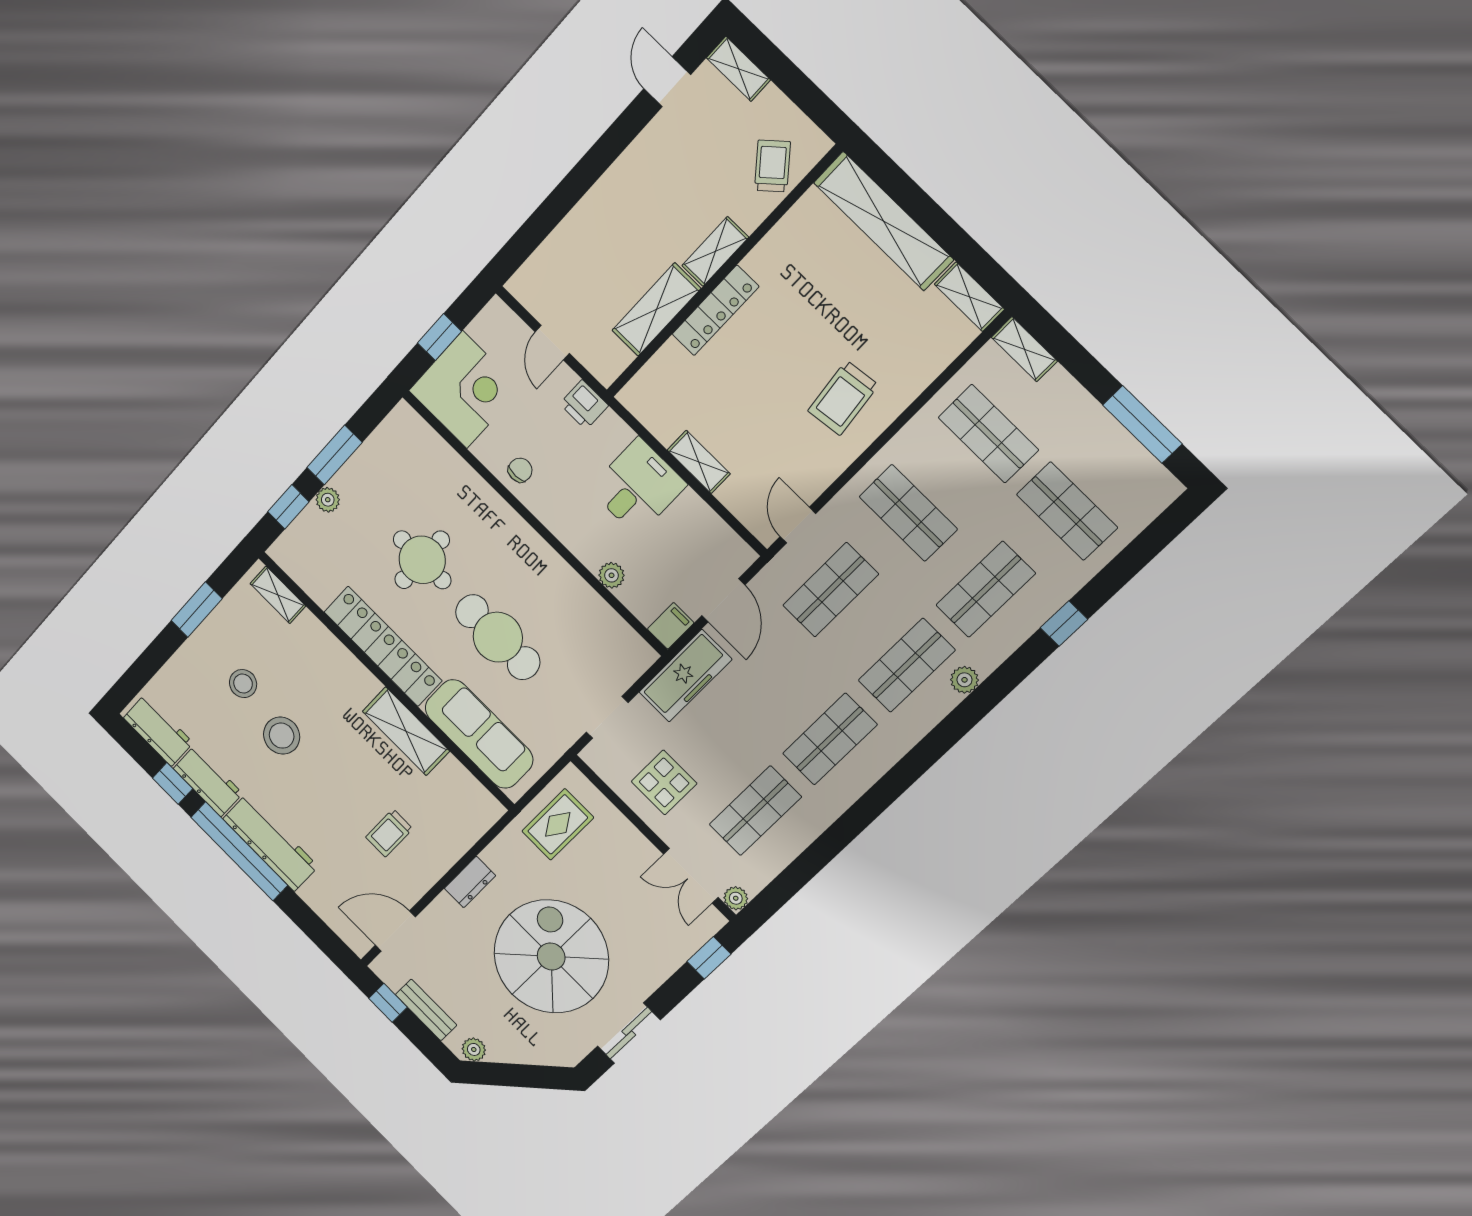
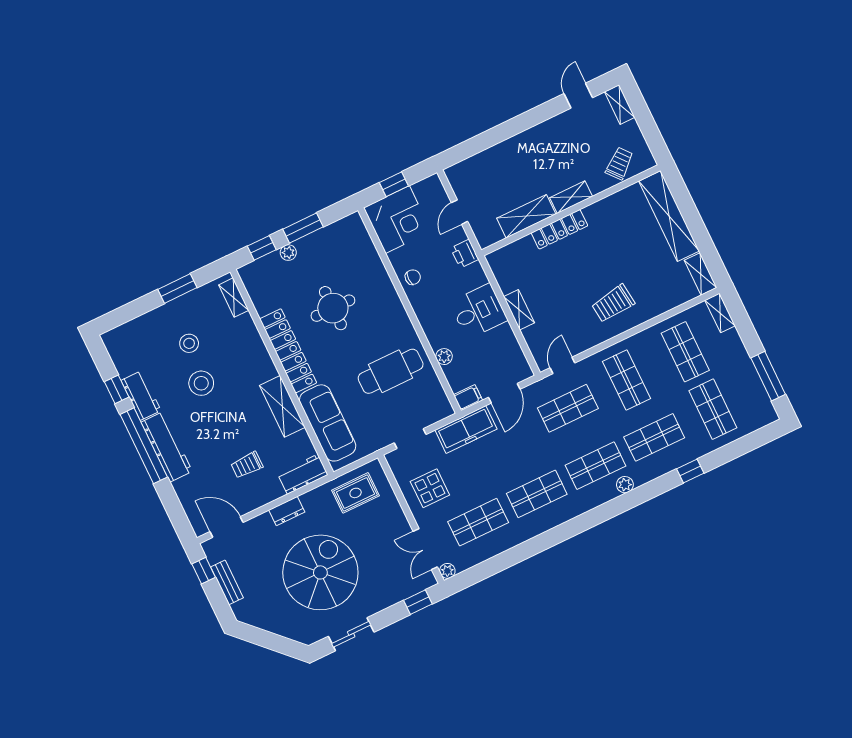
cafe table: (498, 637) -> (391, 371), moved, turned 90
workbench: (158, 730) -> (303, 474), moved, turned -90
plant: (474, 1049) -> (248, 616), removed

